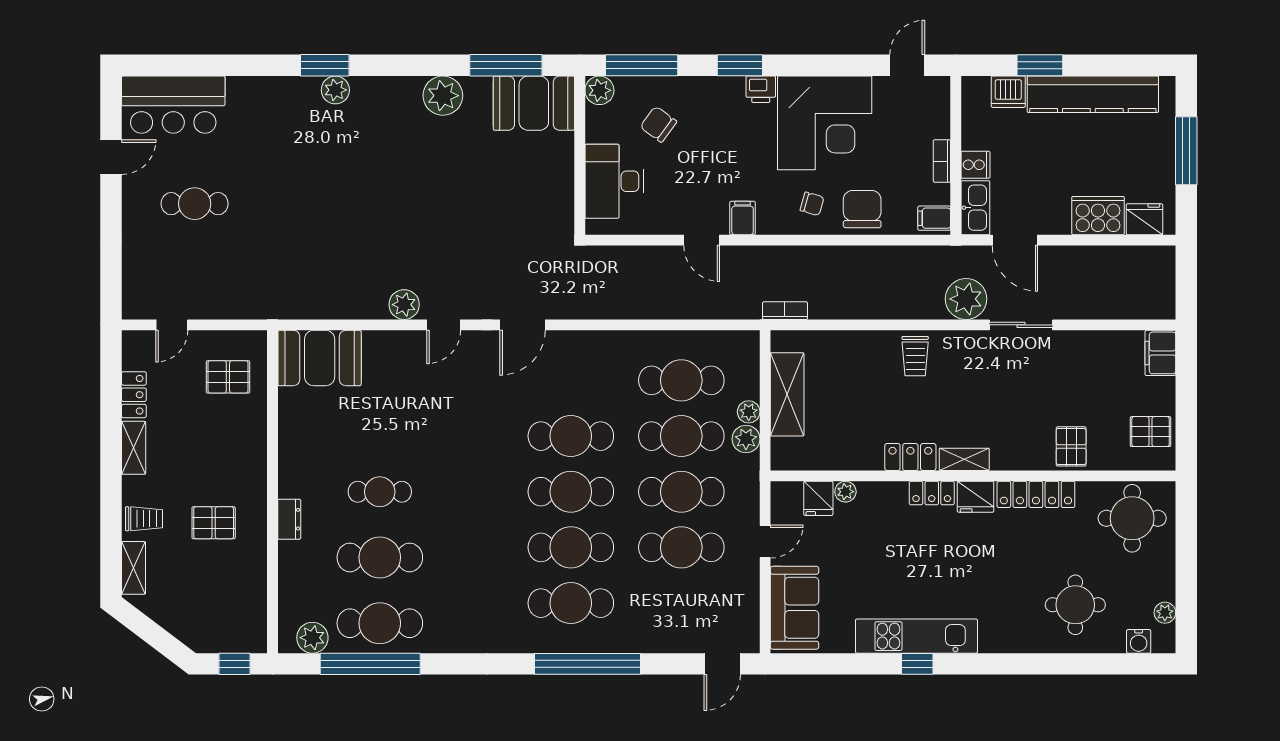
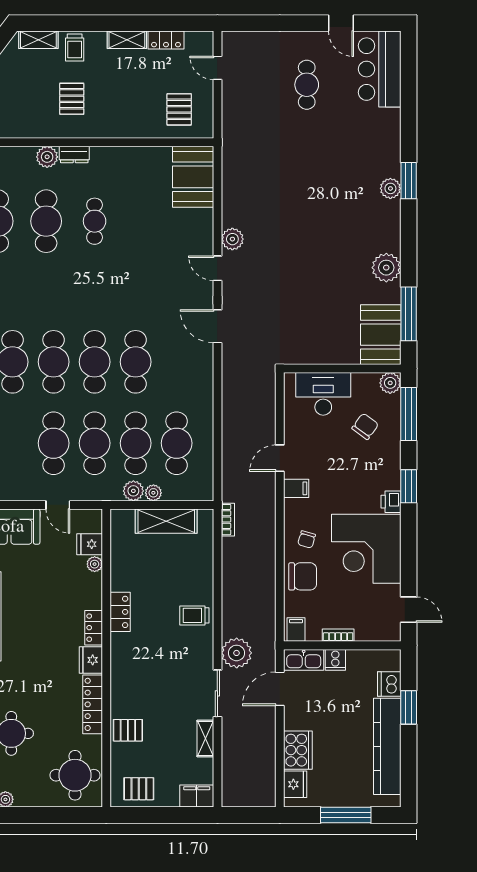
pallet: (1151, 432) -> (139, 789), turned 90
shelving: (964, 459) -> (205, 738), moved
plant: (292, 556) -> (47, 157), added

